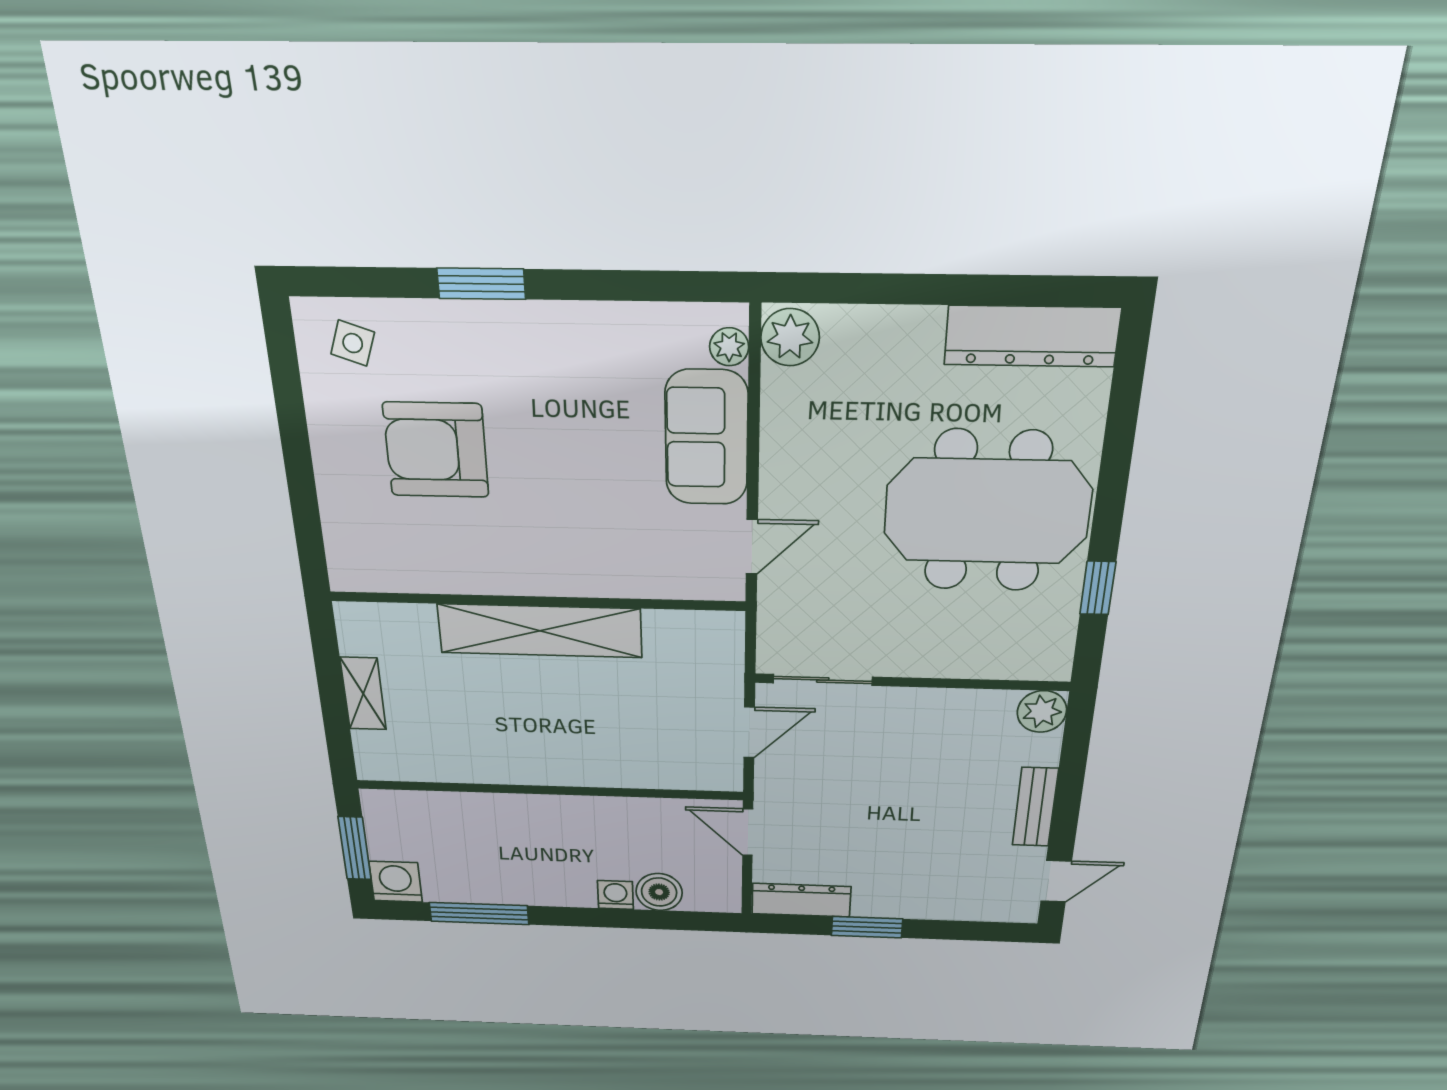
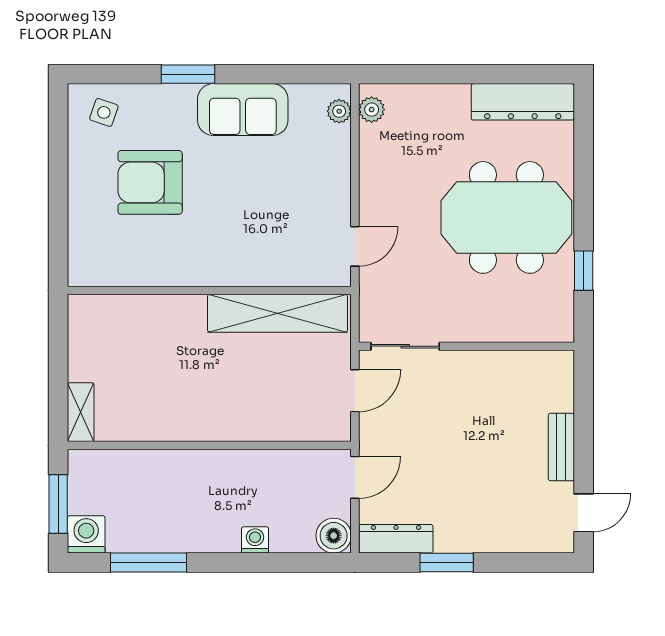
plant: (790, 337) -> (372, 110), width x0.73, depth x0.73
sofa: (707, 438) -> (243, 110), moved, turned -90
shelving: (540, 631) -> (278, 313), moved
shelving: (363, 694) -> (81, 412), moved
plant: (1042, 711) -> (557, 367), removed
door: (748, 832) -> (355, 477), swing flipped
boiler: (659, 892) -> (334, 536), moved

